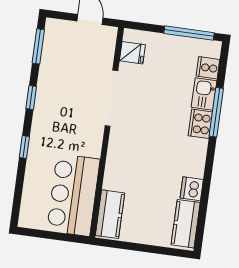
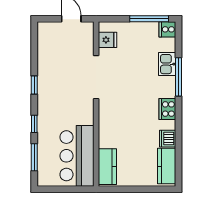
window: (38, 46) -> (34, 157), moved
cooker: (208, 68) -> (167, 29), moved
cooker: (200, 124) -> (167, 109), moved

